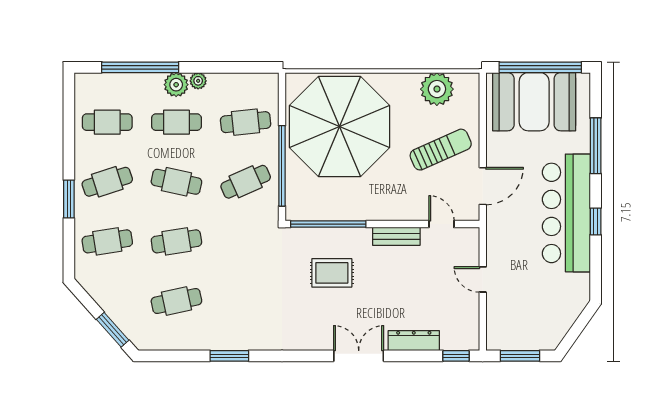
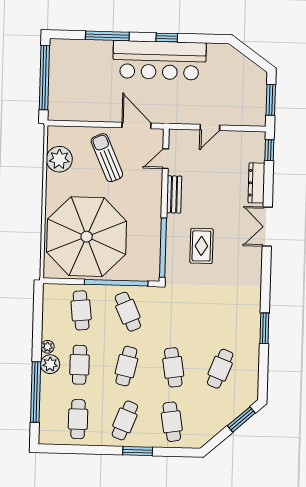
booth: (534, 102) -> (71, 83), removed
cafe table: (107, 182) -> (125, 420), turned 39
cafe table: (176, 301) -> (220, 369), turned 33

